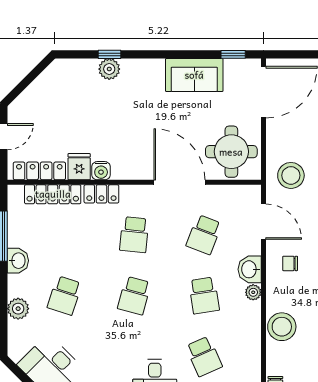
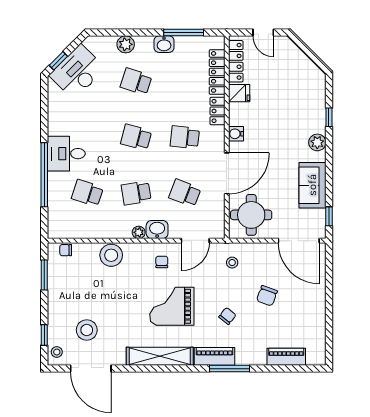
plant: (109, 69) -> (317, 142), moved
water cooler: (101, 171) -> (236, 134), moved
stool: (291, 175) -> (232, 263), width x0.53, depth x0.53
school desk: (204, 356) -> (87, 193), turned 42

